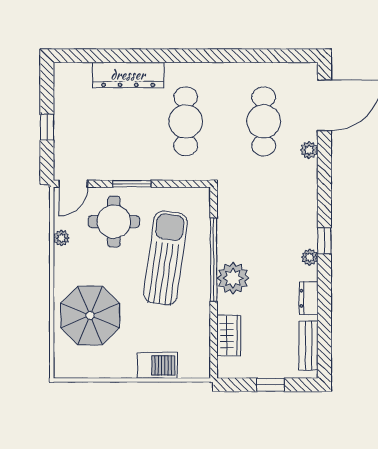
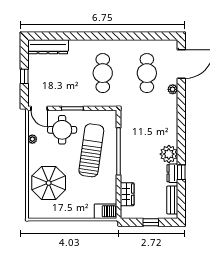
dresser: (128, 75) -> (48, 47), moved
door: (73, 184) -> (39, 108), hinge flipped
window: (324, 241) -> (181, 172), moved
plant: (310, 257) -> (169, 154), width x1.88, depth x1.88
plant: (233, 278) -> (130, 162), removed
barbecue: (157, 365) -> (105, 211), moved

